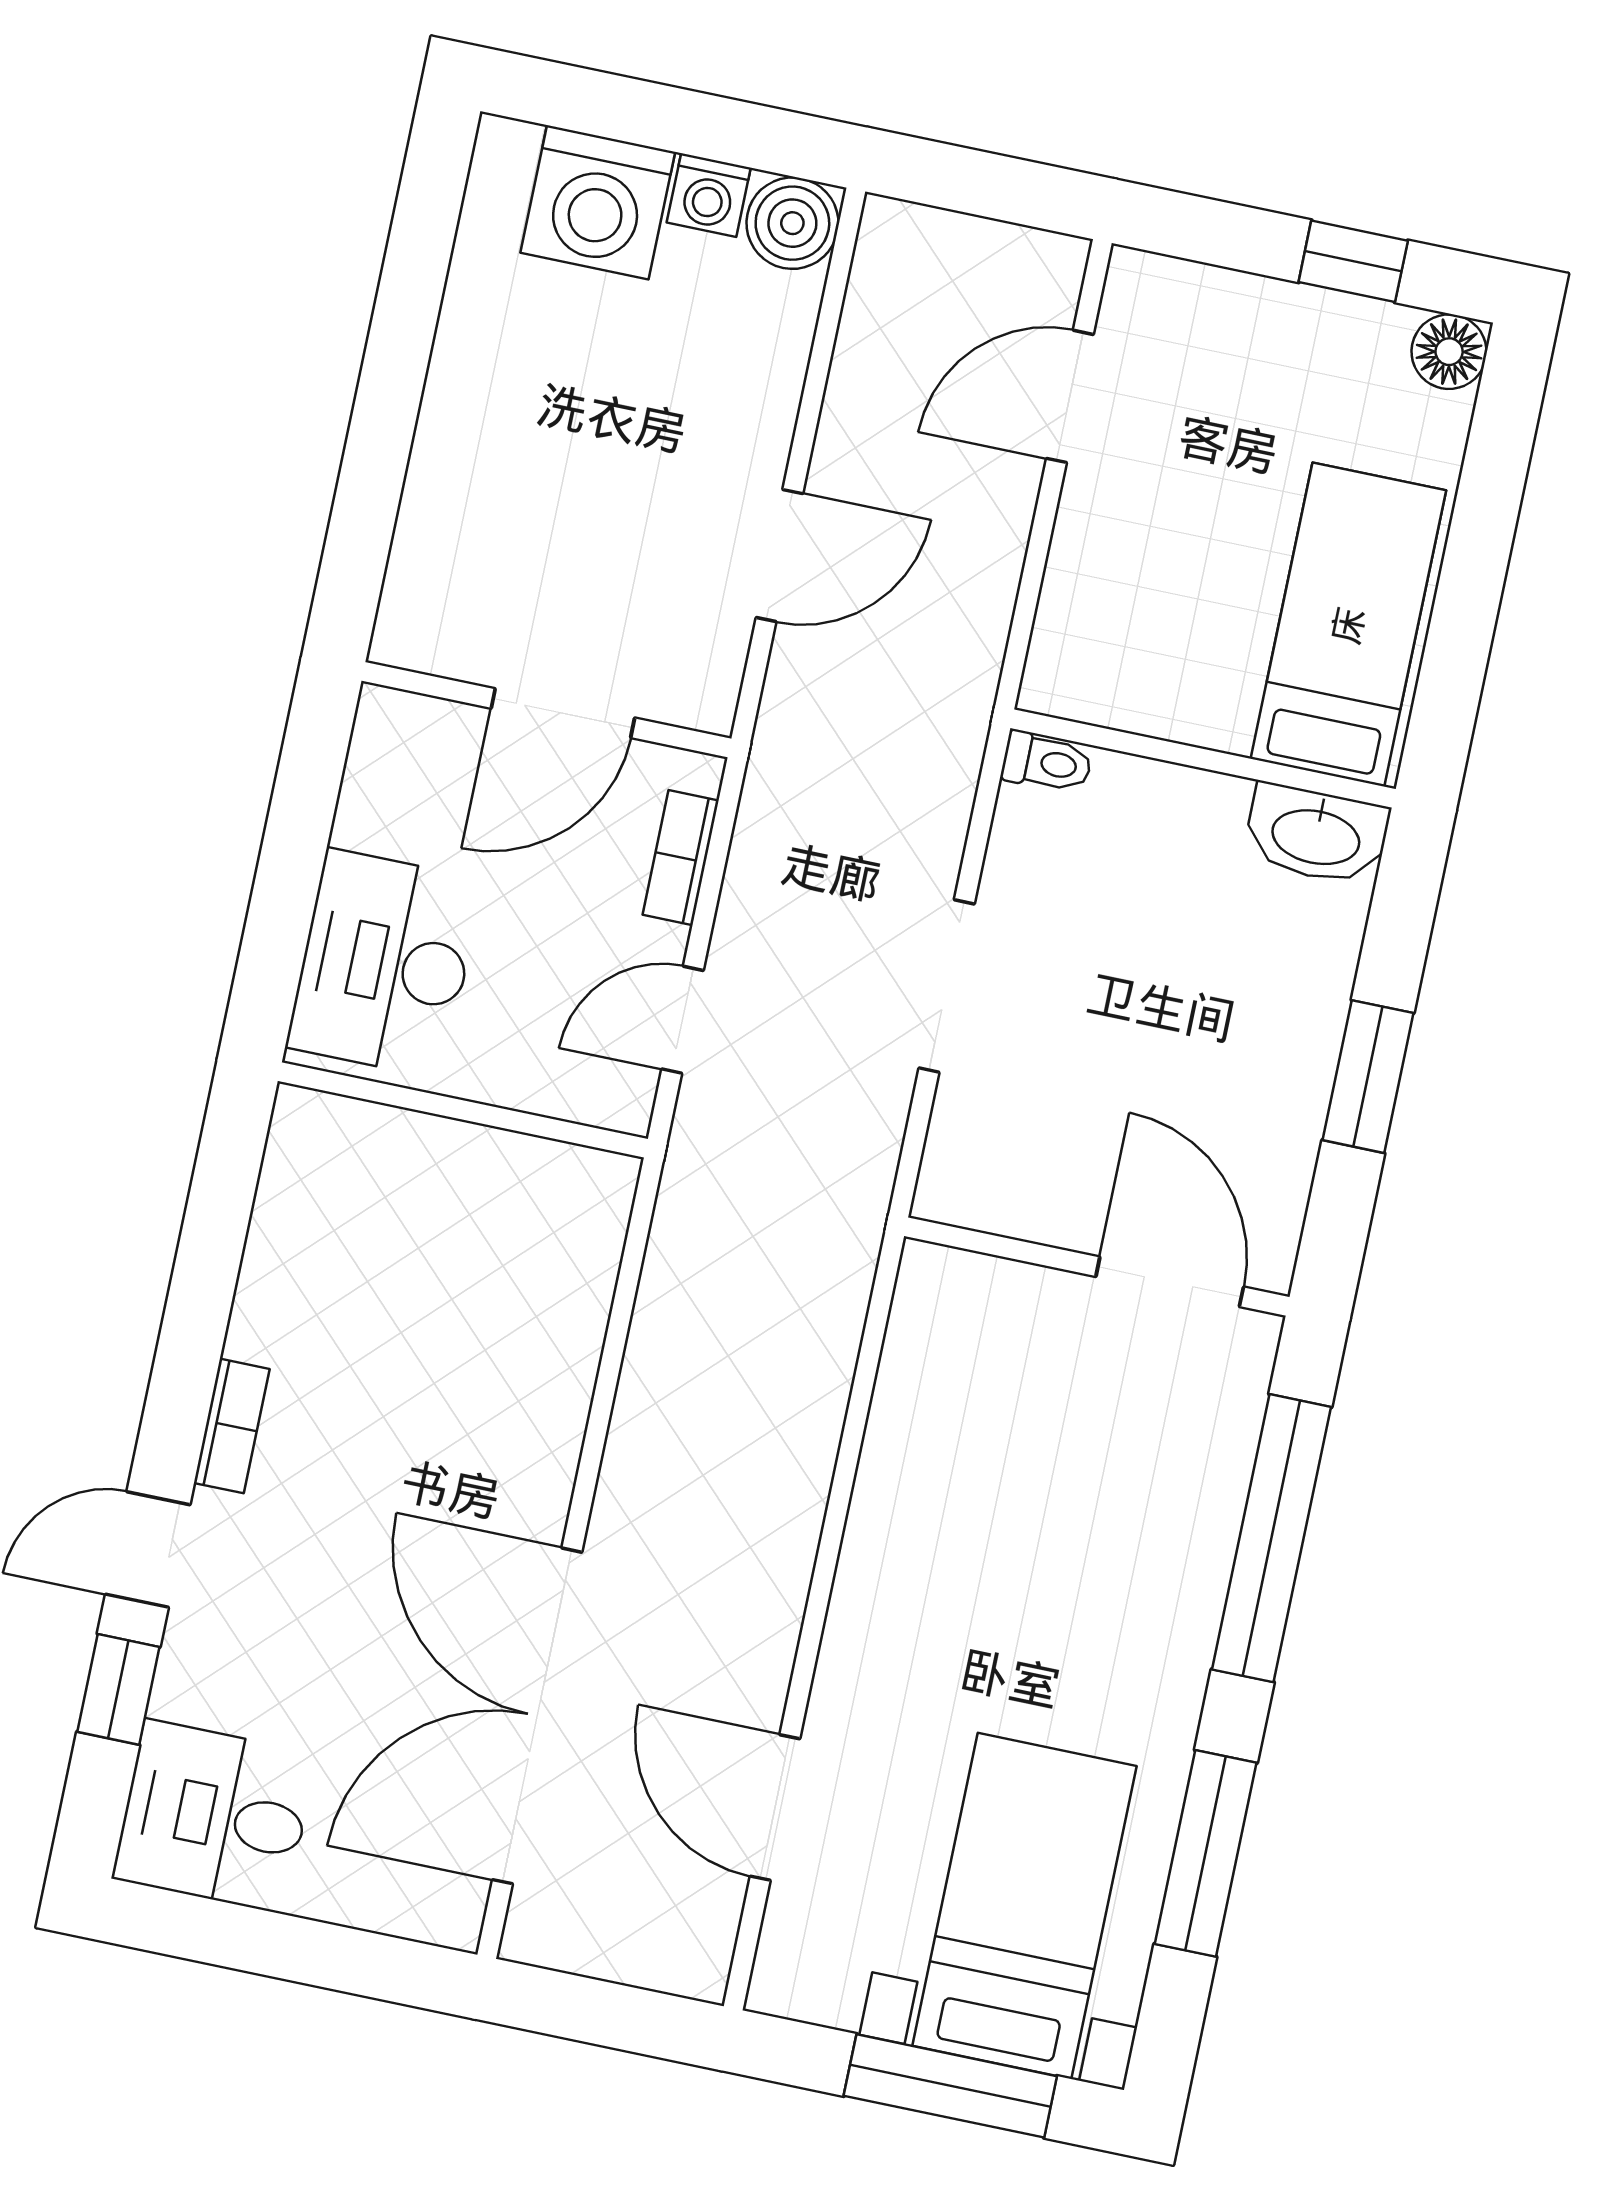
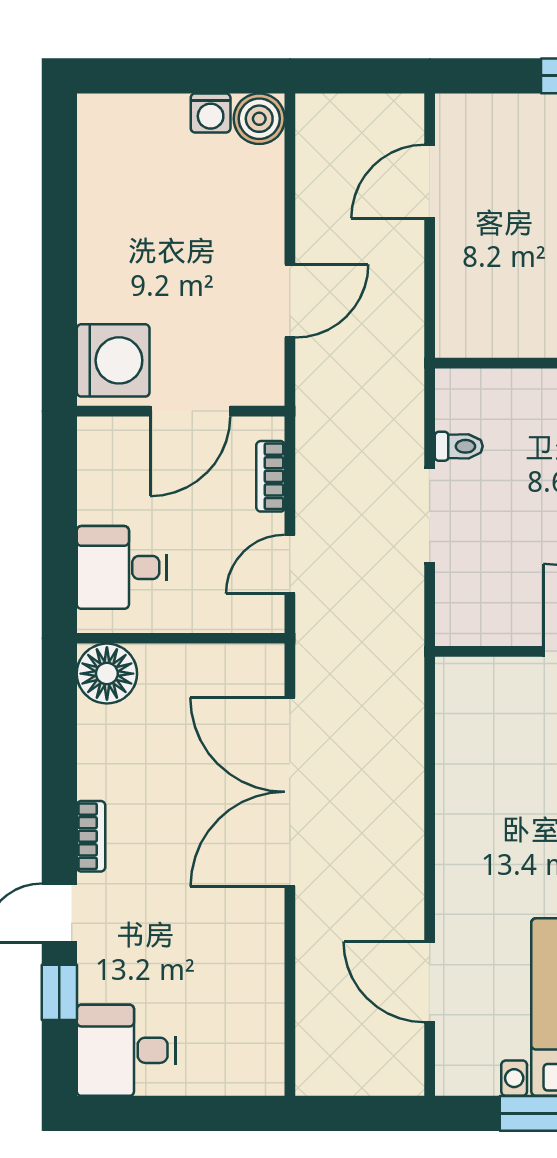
washing machine: (598, 202) -> (113, 360), moved, turned -90
toilet: (1047, 762) -> (459, 446), moved
desk: (385, 963) -> (122, 567), width x0.73
floor lamp: (320, 1145) -> (107, 674), added
double door: (537, 1716) -> (290, 792), moved

